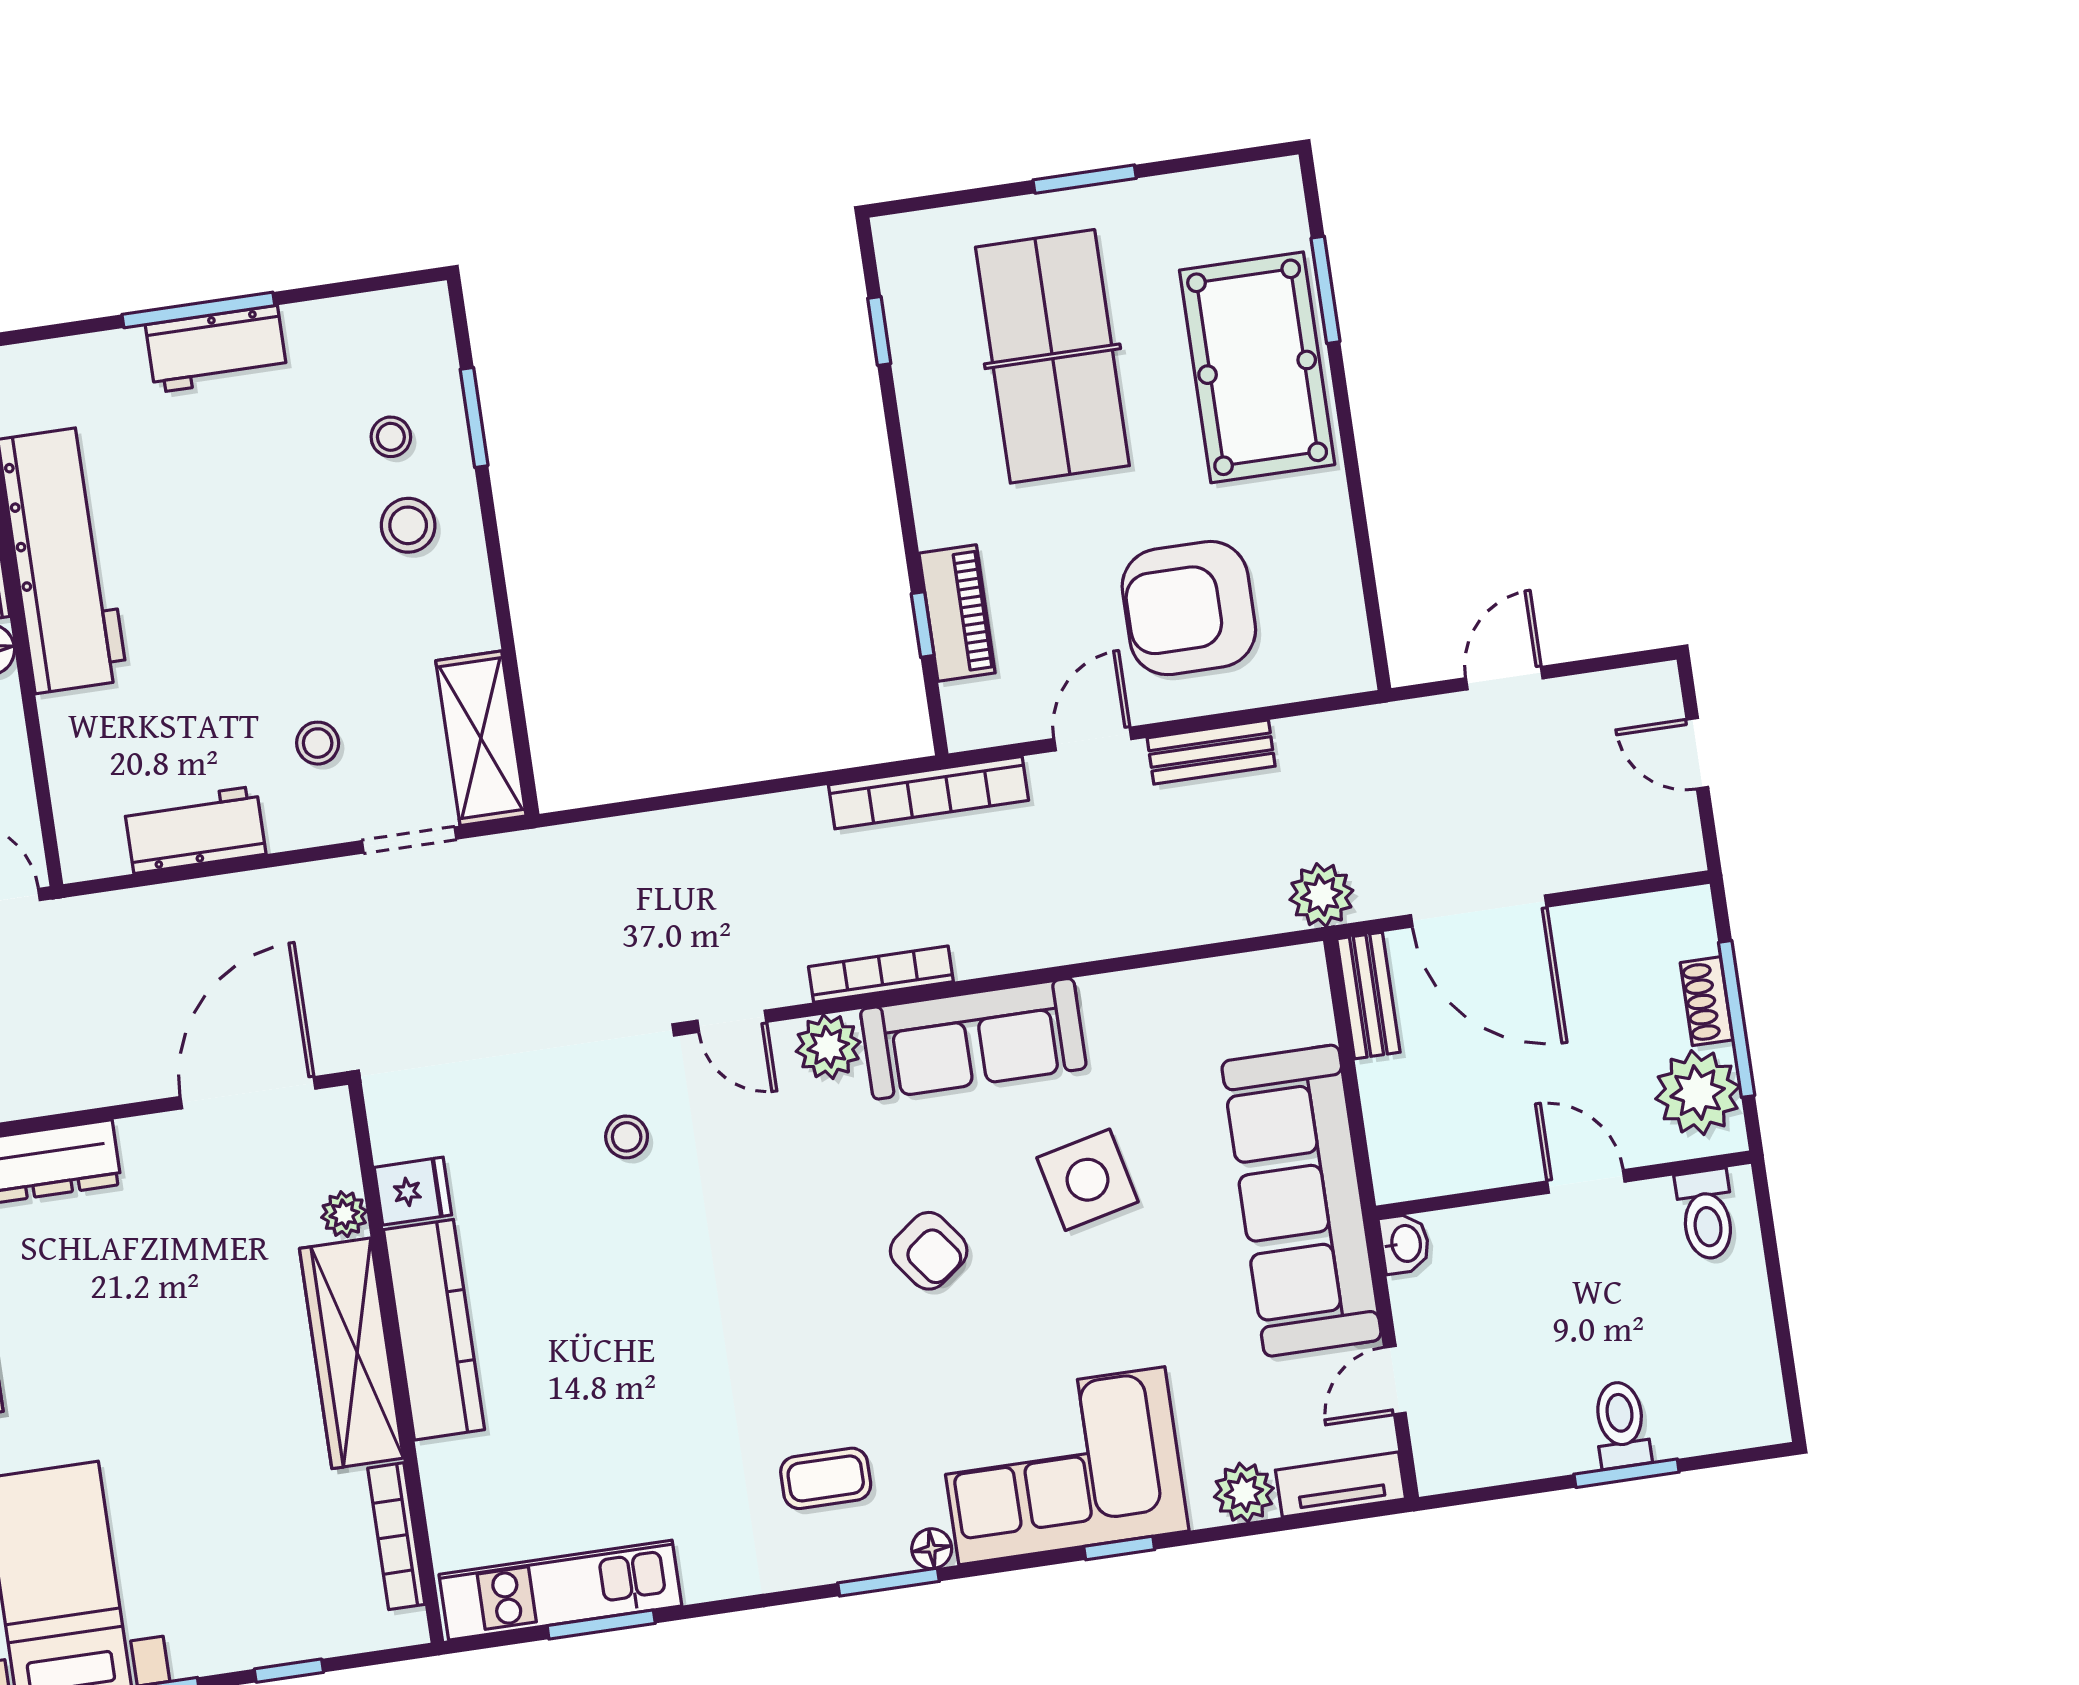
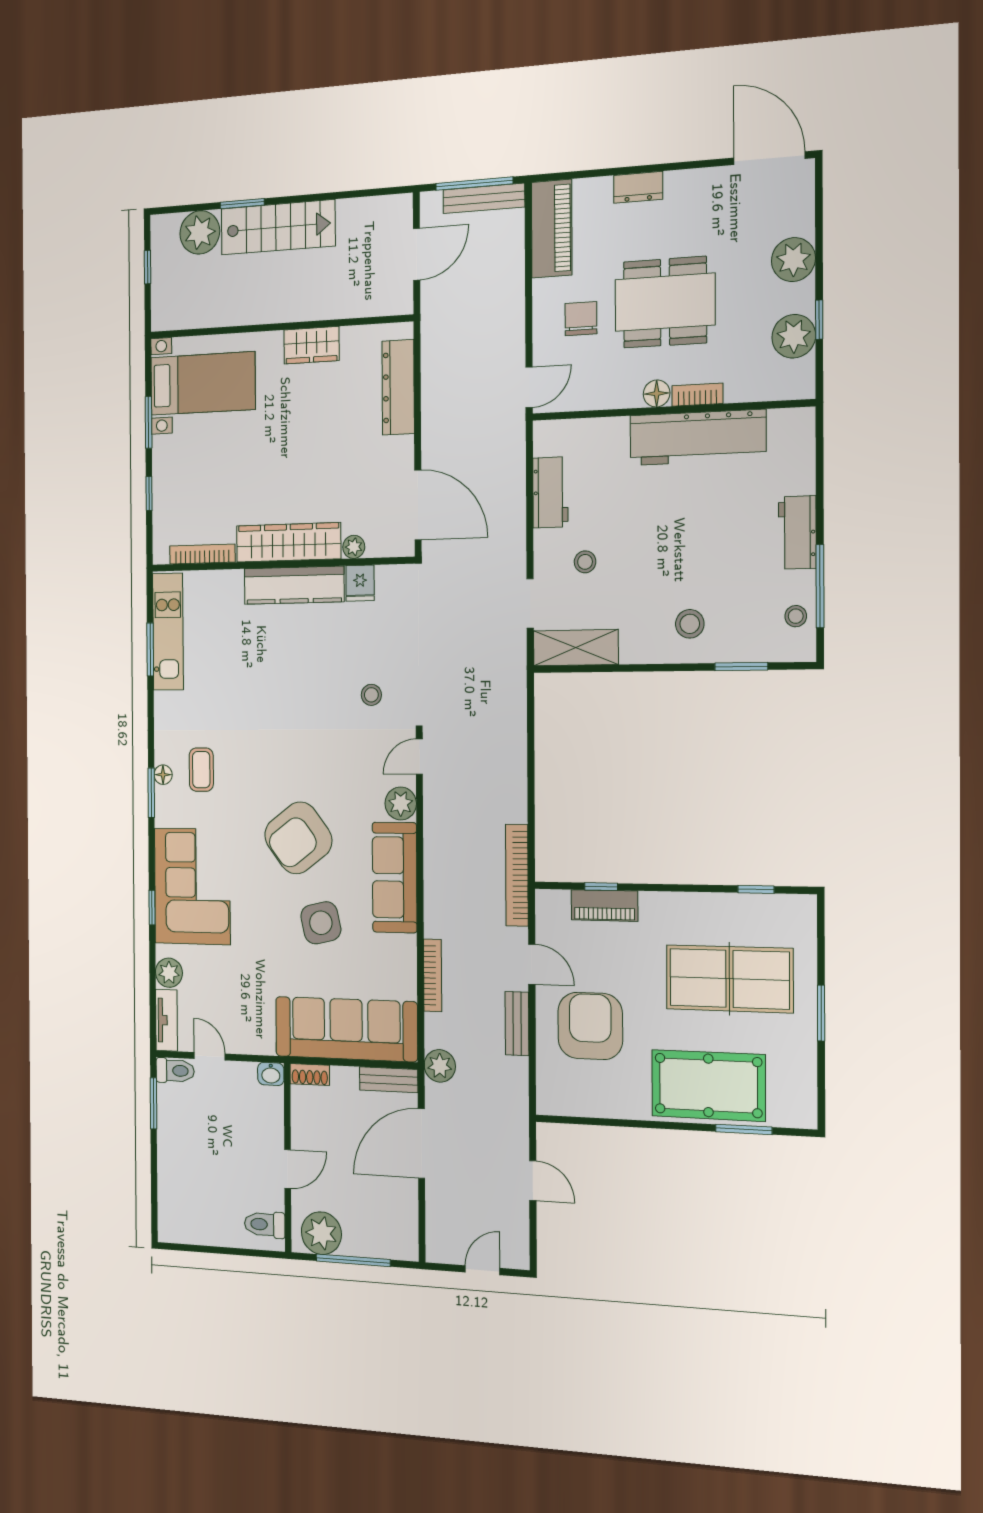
window: (198, 310) -> (820, 586), moved
stool: (391, 437) -> (796, 616), moved
bookcase: (881, 974) -> (433, 975), moved
shoe rack: (1707, 1001) -> (310, 1075), moved, turned 180
sofa: (1301, 1201) -> (346, 1029), moved
armchair: (929, 1251) -> (298, 838), width x1.88, depth x1.88
toilet: (1621, 1425) -> (175, 1071), moved
window: (1627, 1473) -> (154, 1103), moved
floor lamp: (932, 1549) -> (163, 775), moved

